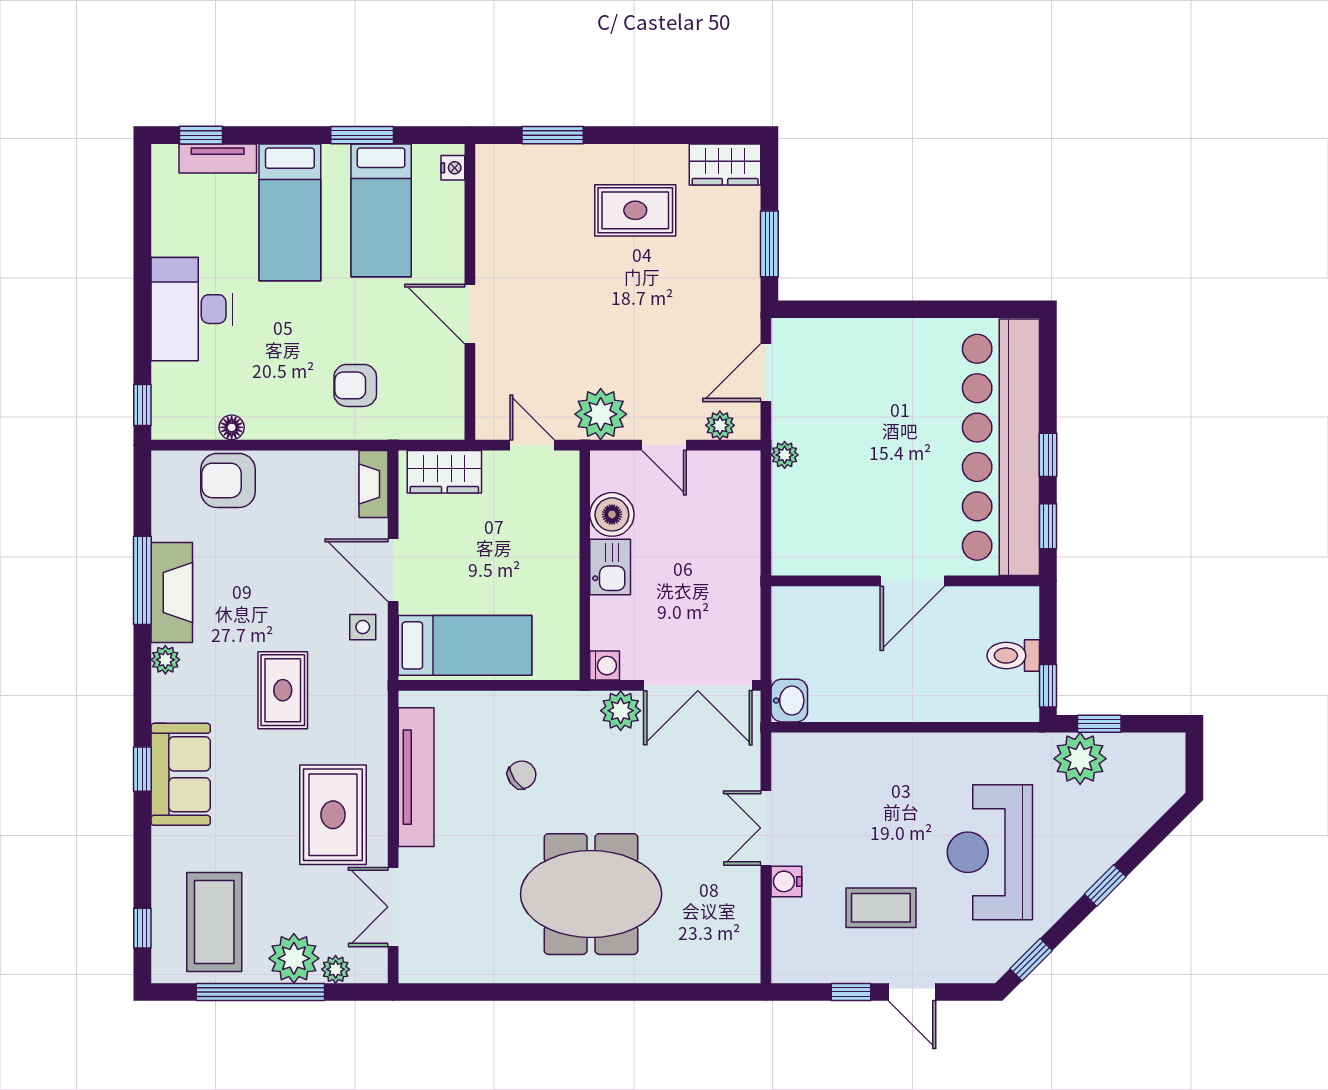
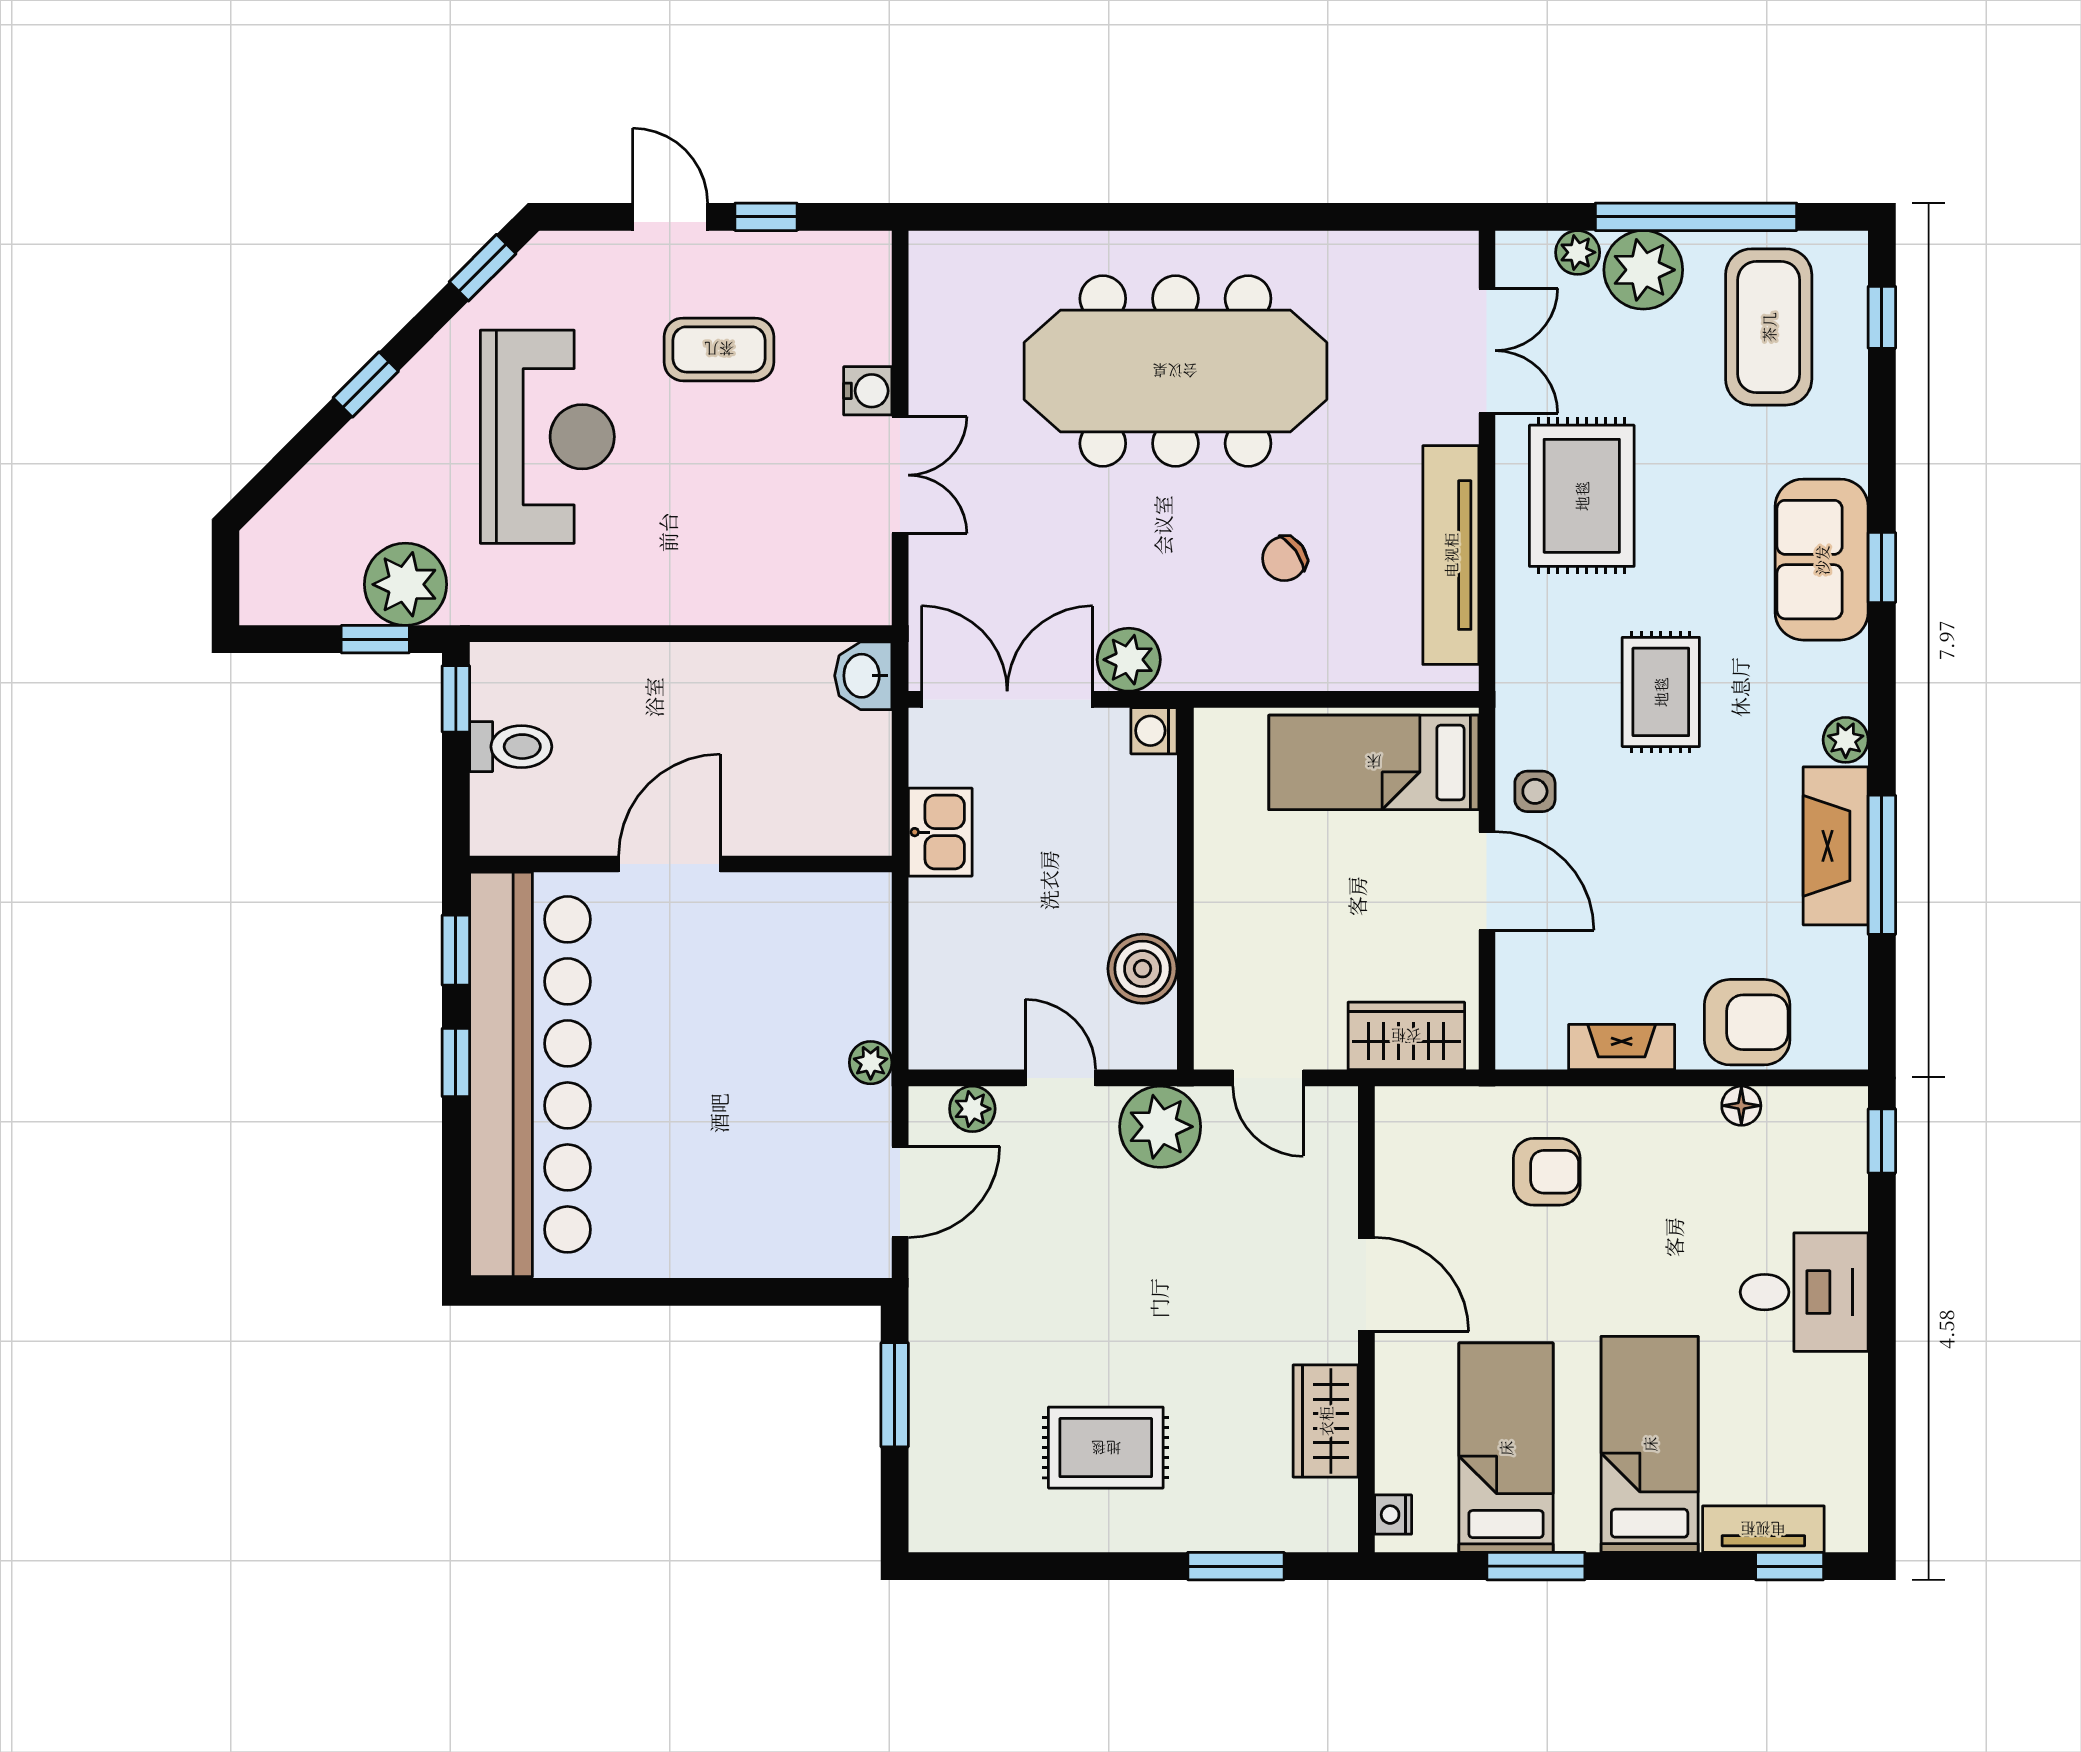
wardrobe: (725, 164) -> (1326, 1421), moved, turned -90
desk: (192, 309) -> (1804, 1292), width x0.73
fireplace: (374, 484) -> (1622, 1047), moved, turned -90
kitchen sink: (610, 567) -> (940, 832), moved, turned 180
meeting table: (591, 894) -> (1175, 371), width x1.36

